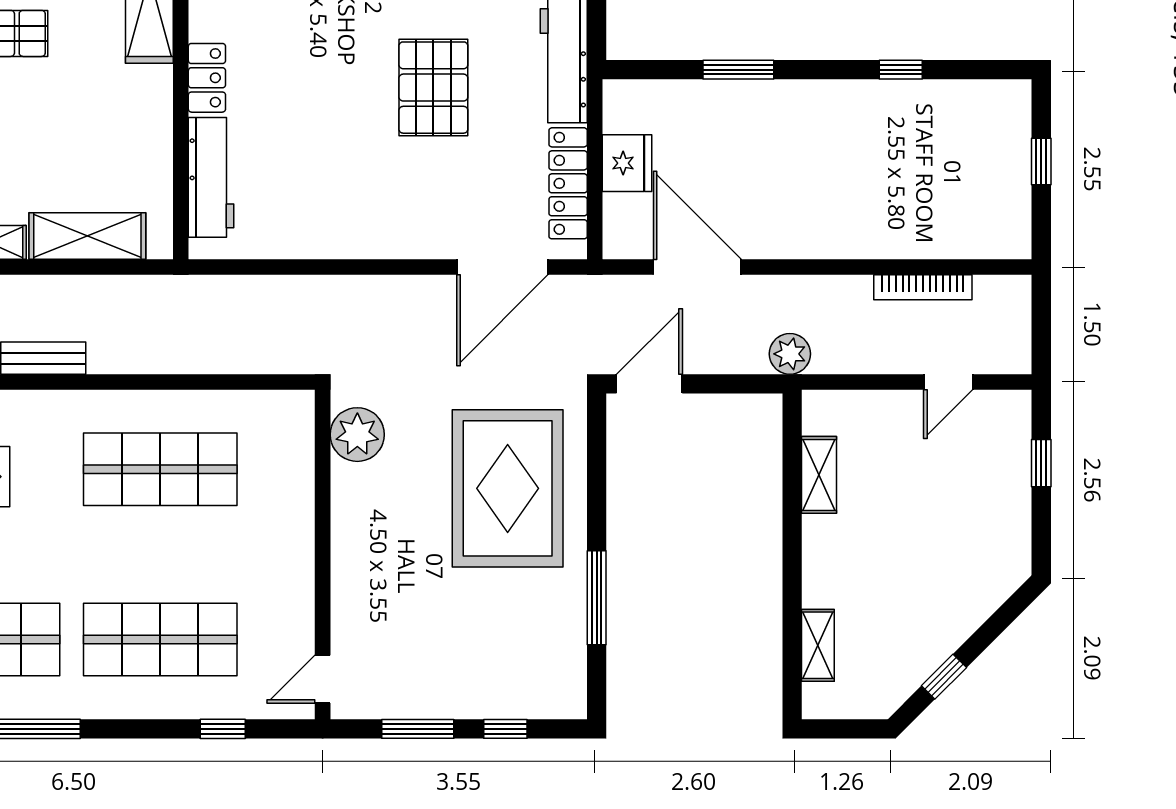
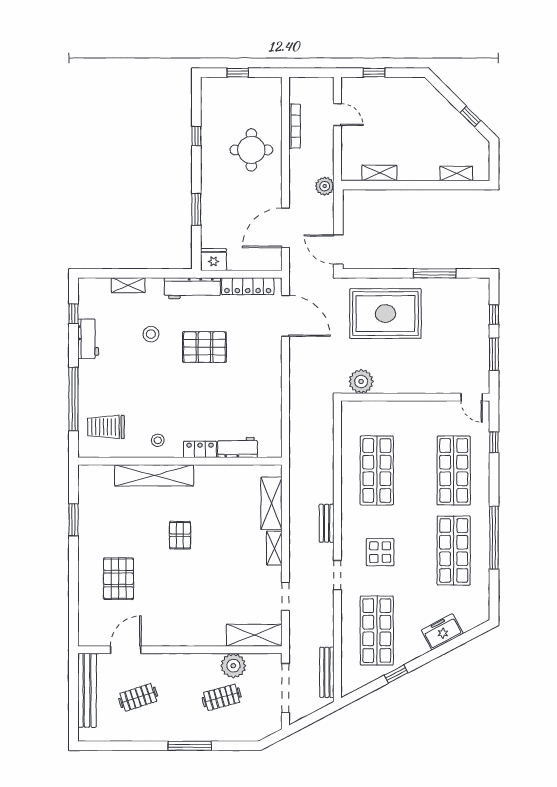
fridge: (627, 163) -> (214, 260), moved
workbench: (211, 177) -> (238, 447), width x0.73
round table: (870, 191) -> (251, 150), added

